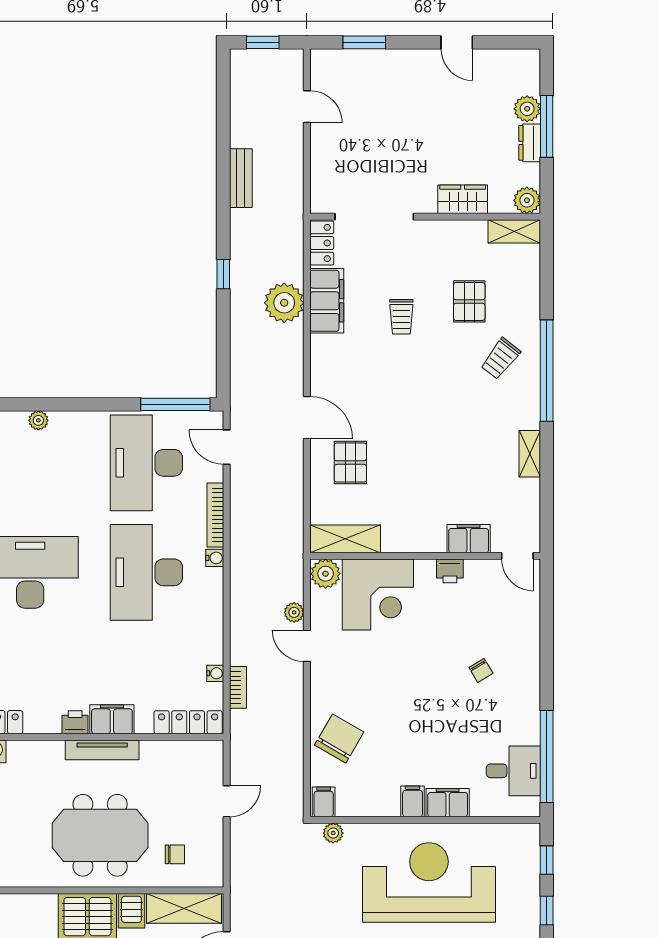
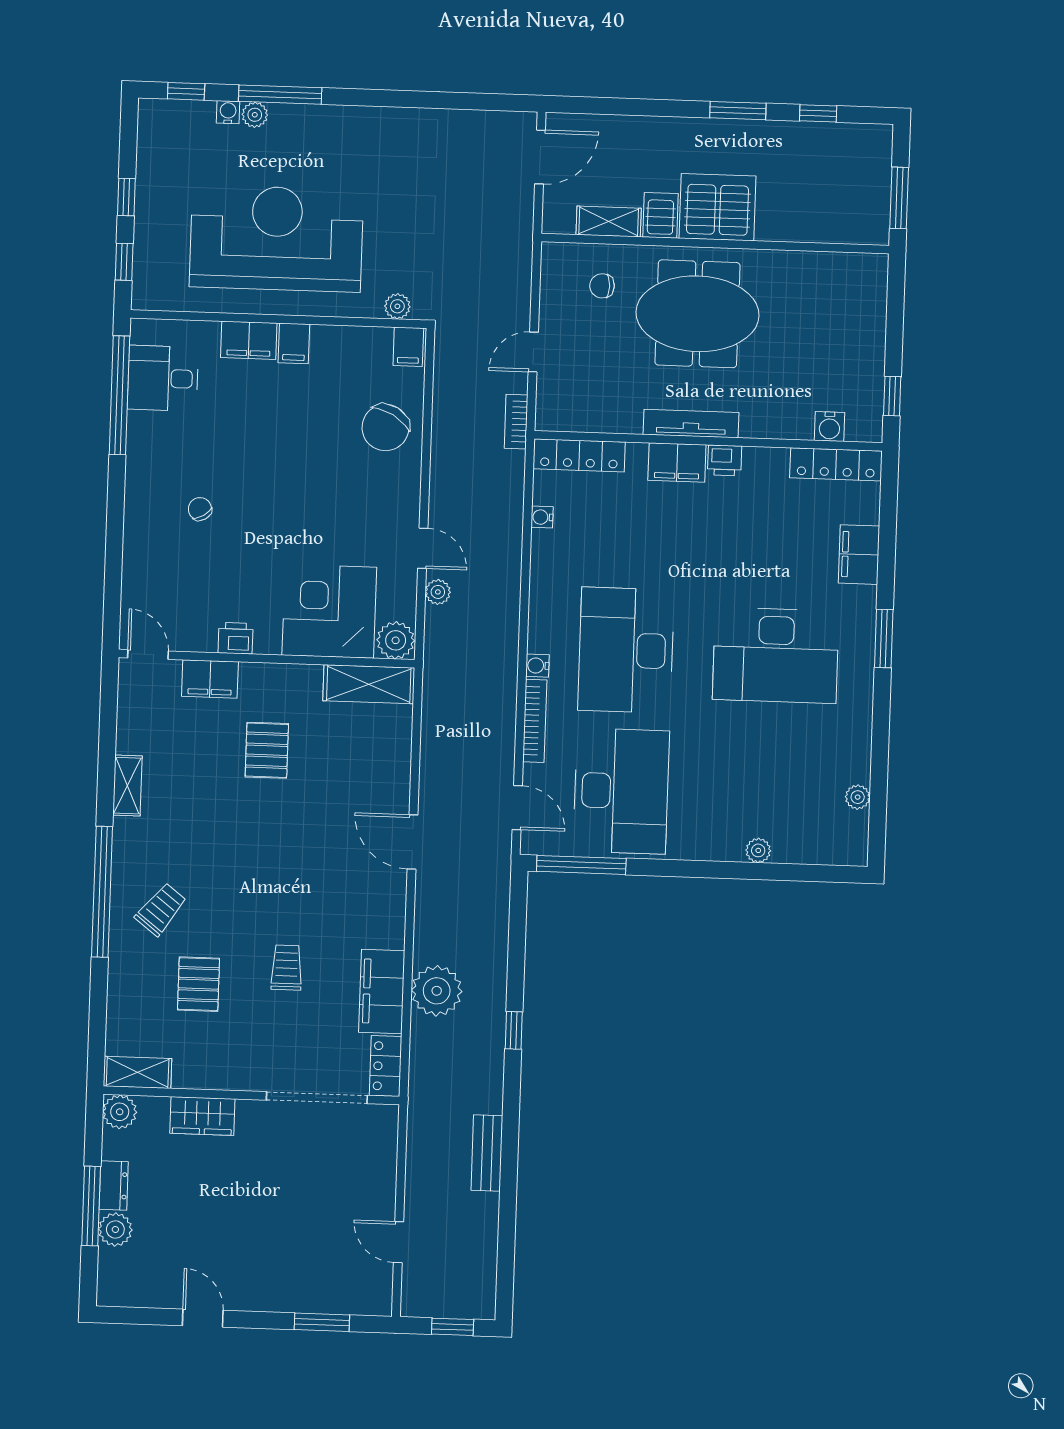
pallet: (350, 463) -> (267, 750), moved
desk: (146, 572) -> (626, 650), turned 180
bookcase: (238, 687) -> (516, 422), moved
reception desk: (429, 882) -> (276, 238), turned 180
shelving: (184, 908) -> (609, 221), width x0.67, depth x0.75

